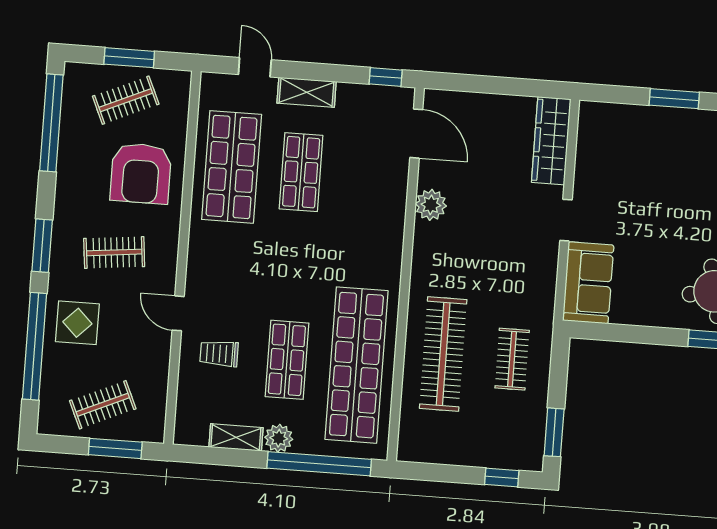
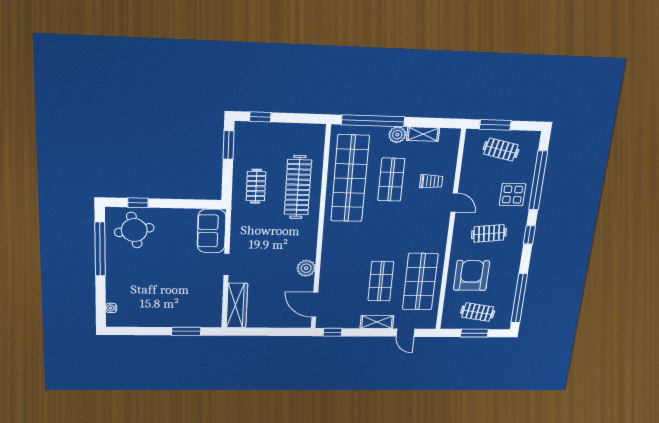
window: (674, 99) -> (186, 331), moved
clothes rail: (126, 100) -> (478, 312), turned 33
window: (42, 246) -> (529, 235), width x0.67
clothes rail: (103, 405) -> (501, 150), turned 36

